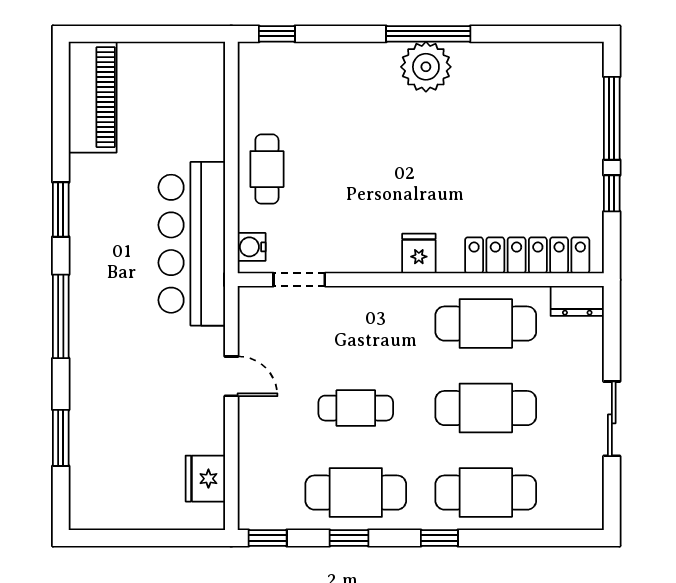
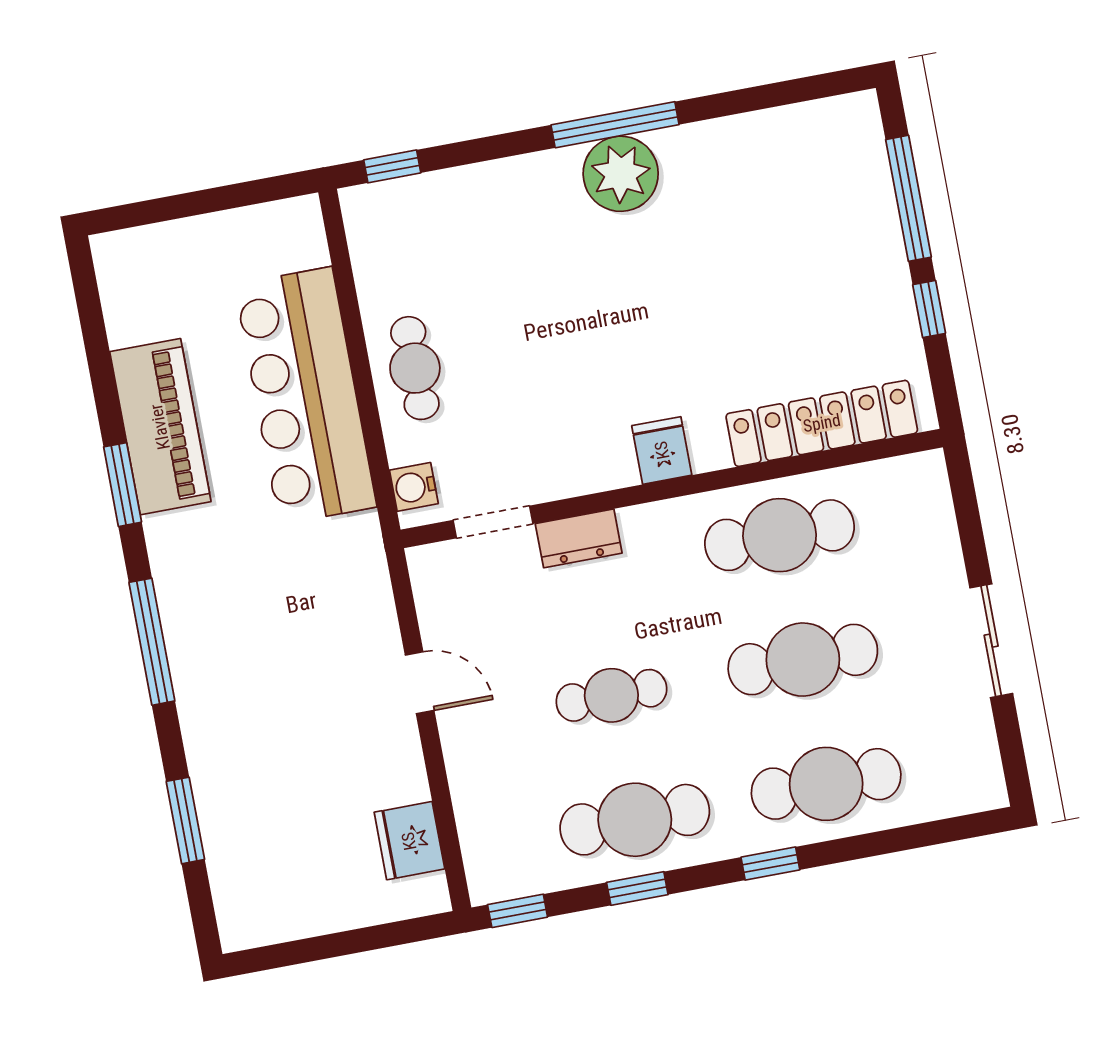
piano: (93, 97) -> (160, 427), moved
bar counter: (192, 244) -> (306, 396), moved
dresser: (577, 301) -> (579, 538), moved

